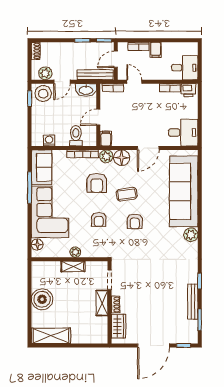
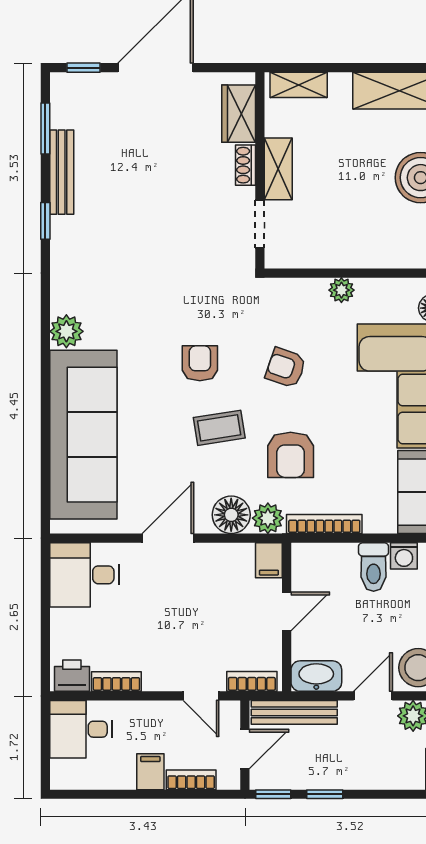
toilet: (76, 136) -> (374, 567), moved
armchair: (97, 183) -> (291, 455), turned 180
armchair: (99, 219) -> (286, 368), turned -71
shelving: (73, 266) -> (299, 85), moved

